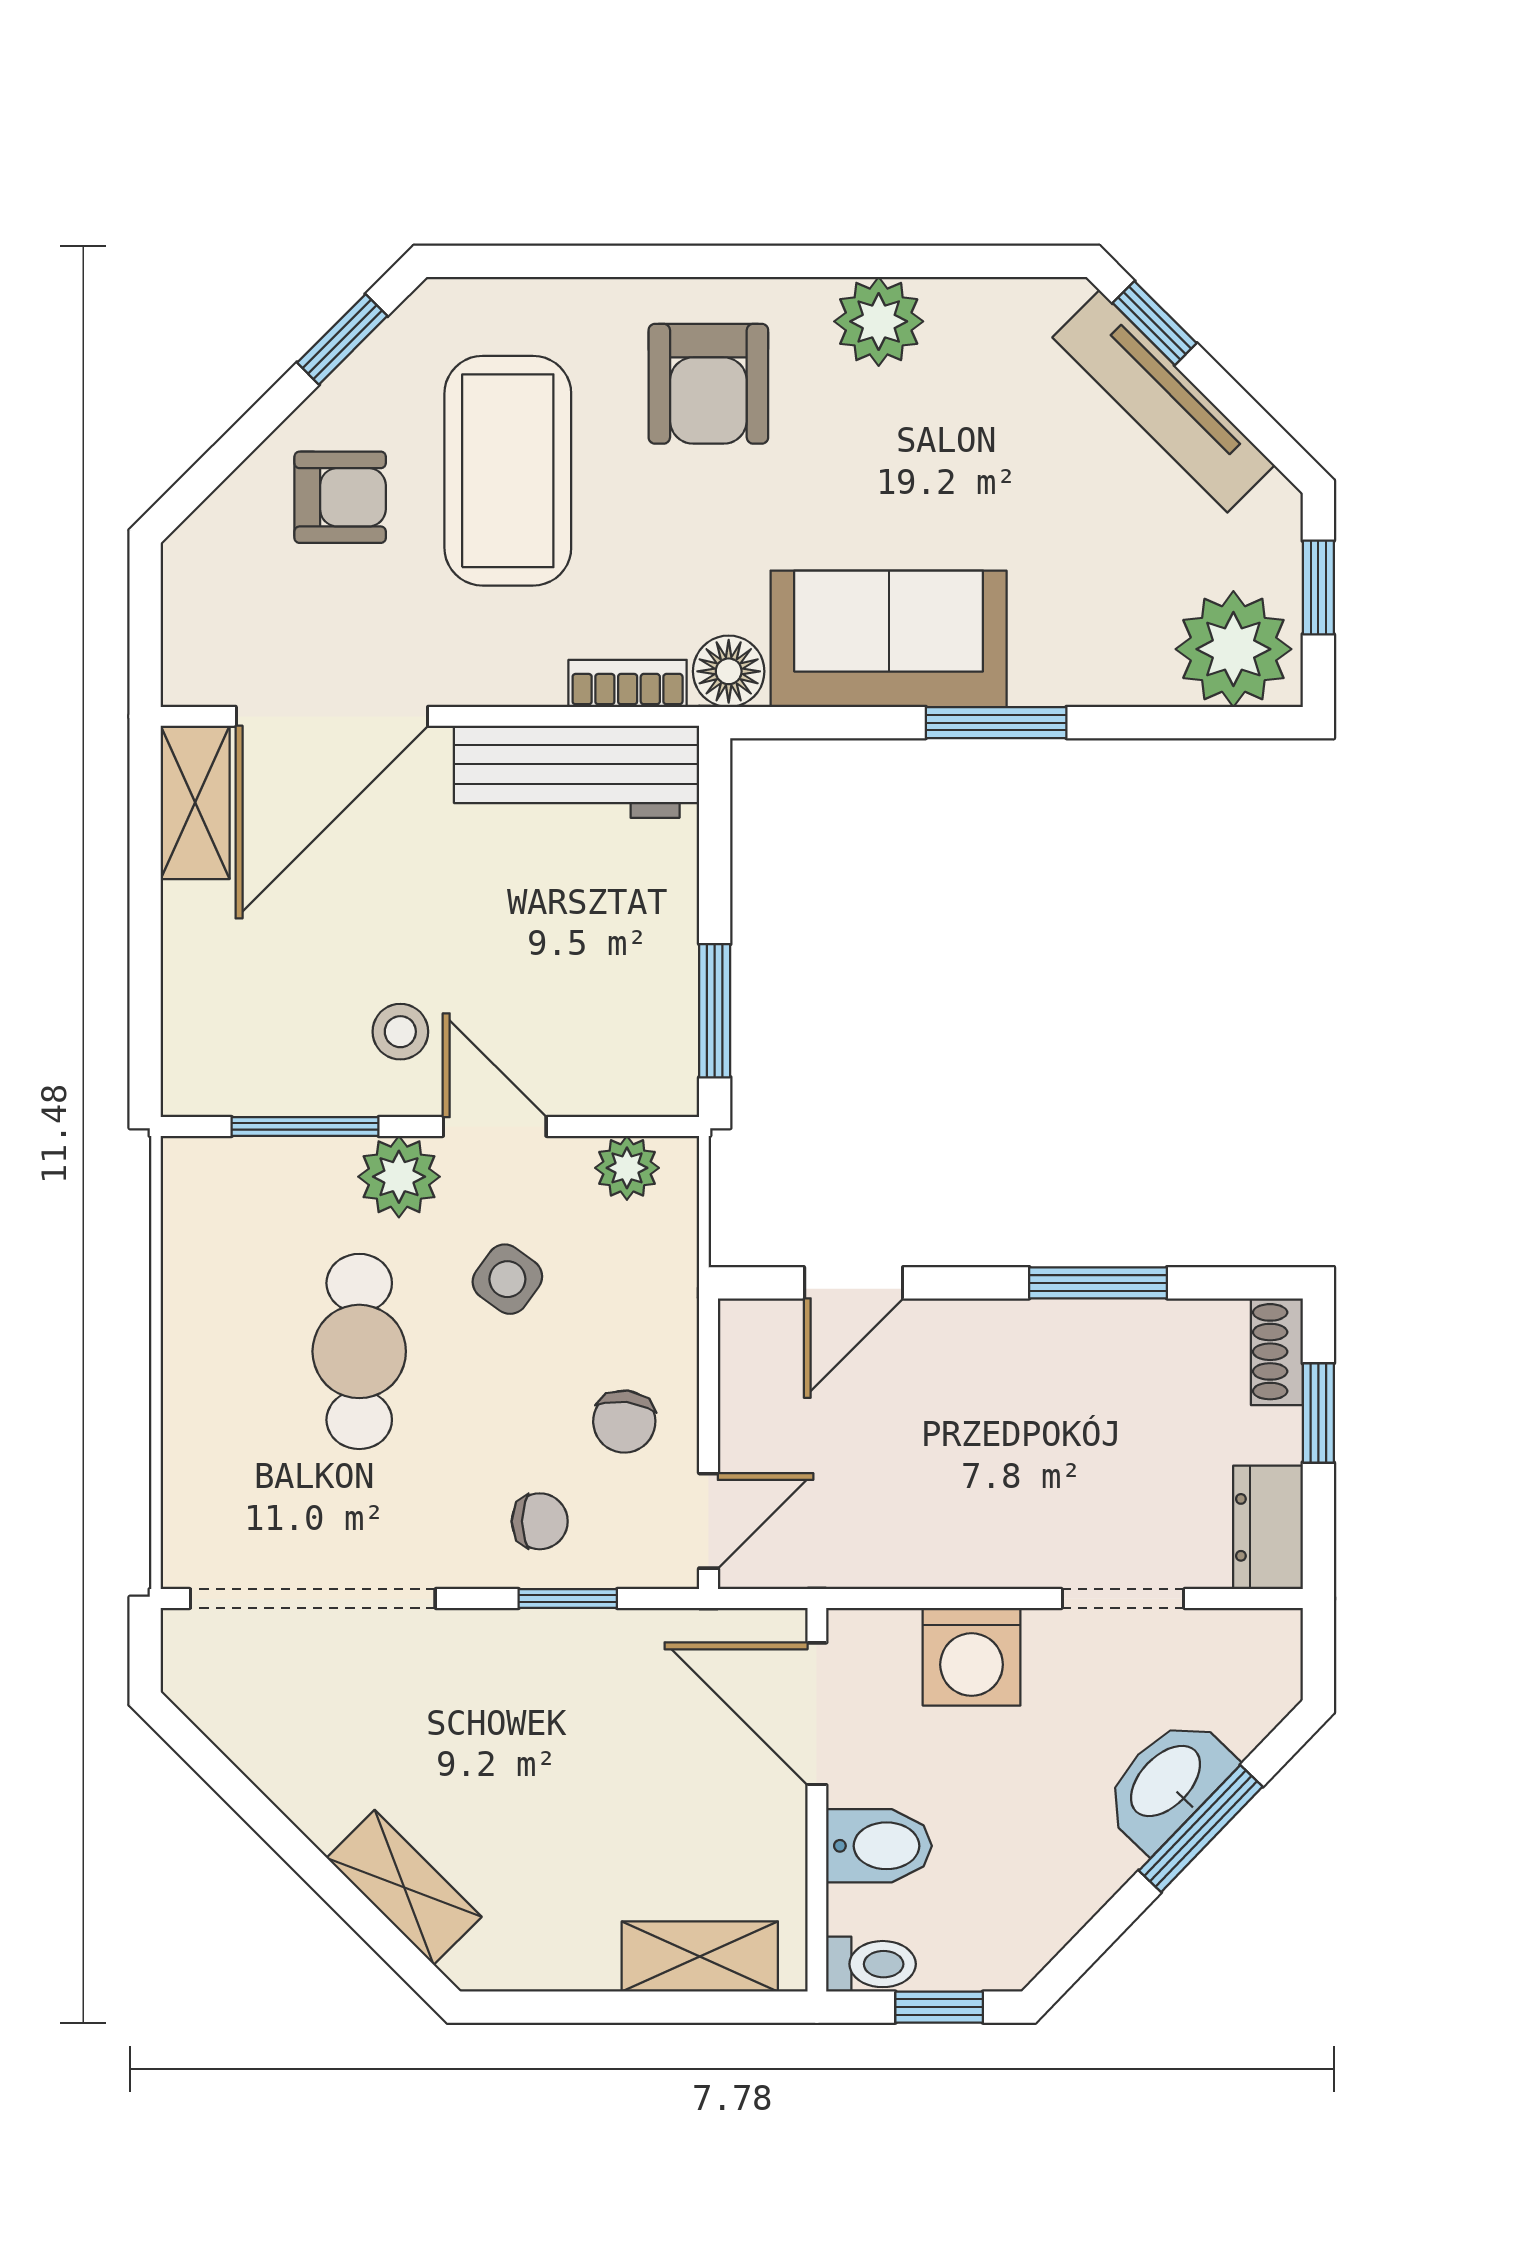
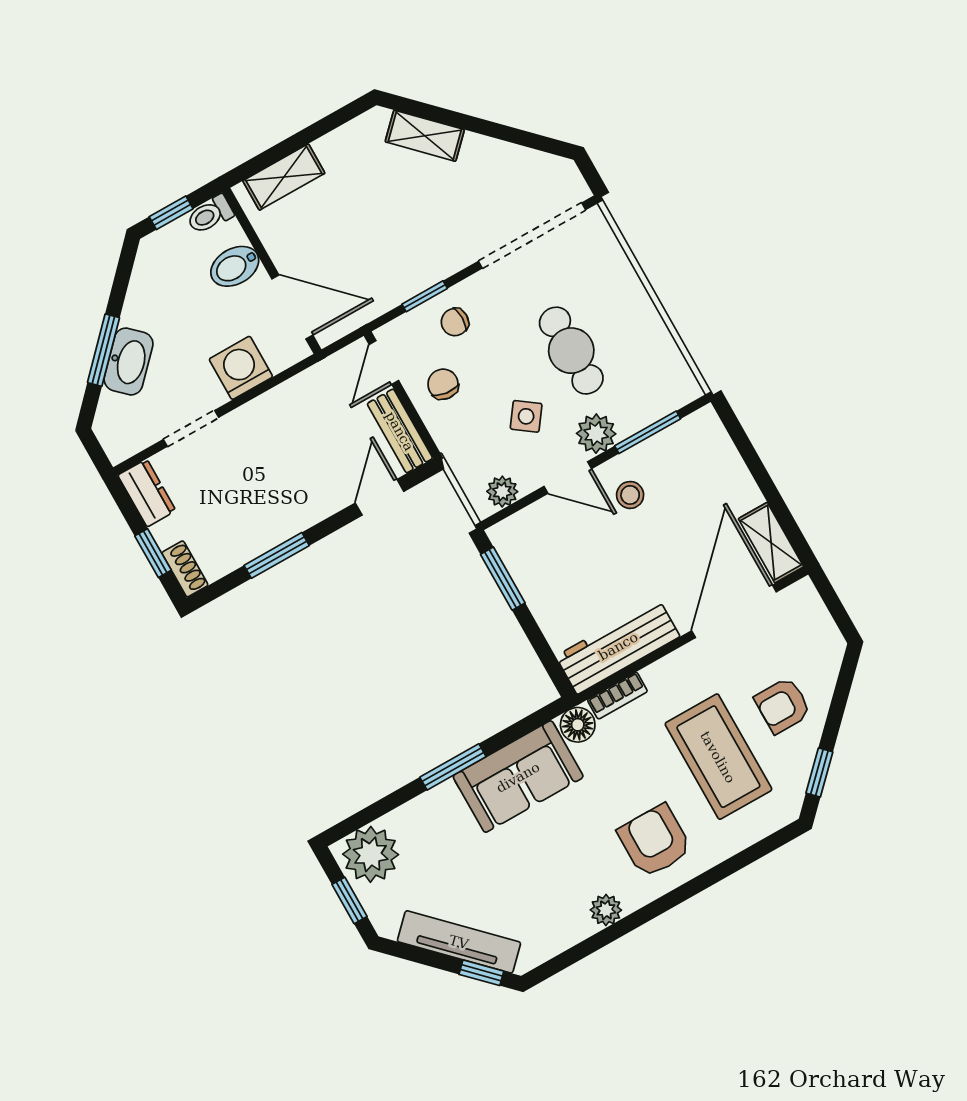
plant: (879, 321) -> (606, 910), width x0.73, depth x0.73
bench: (750, 1381) -> (400, 431), added

